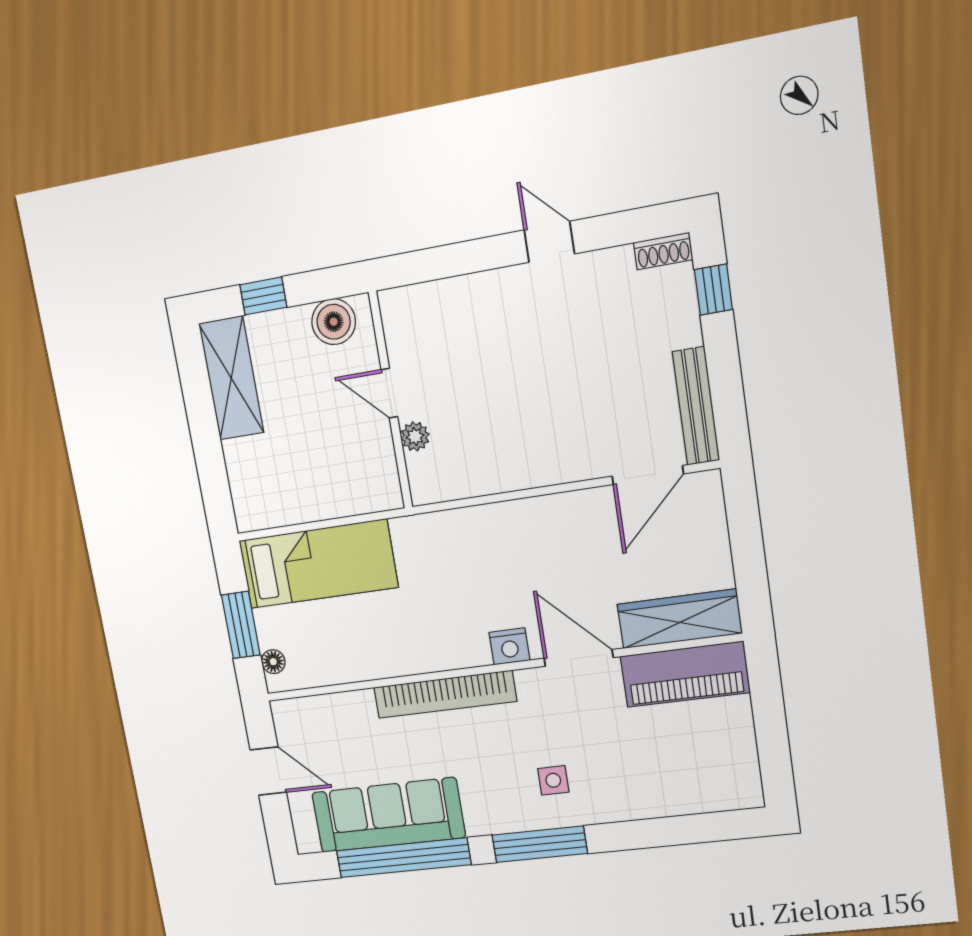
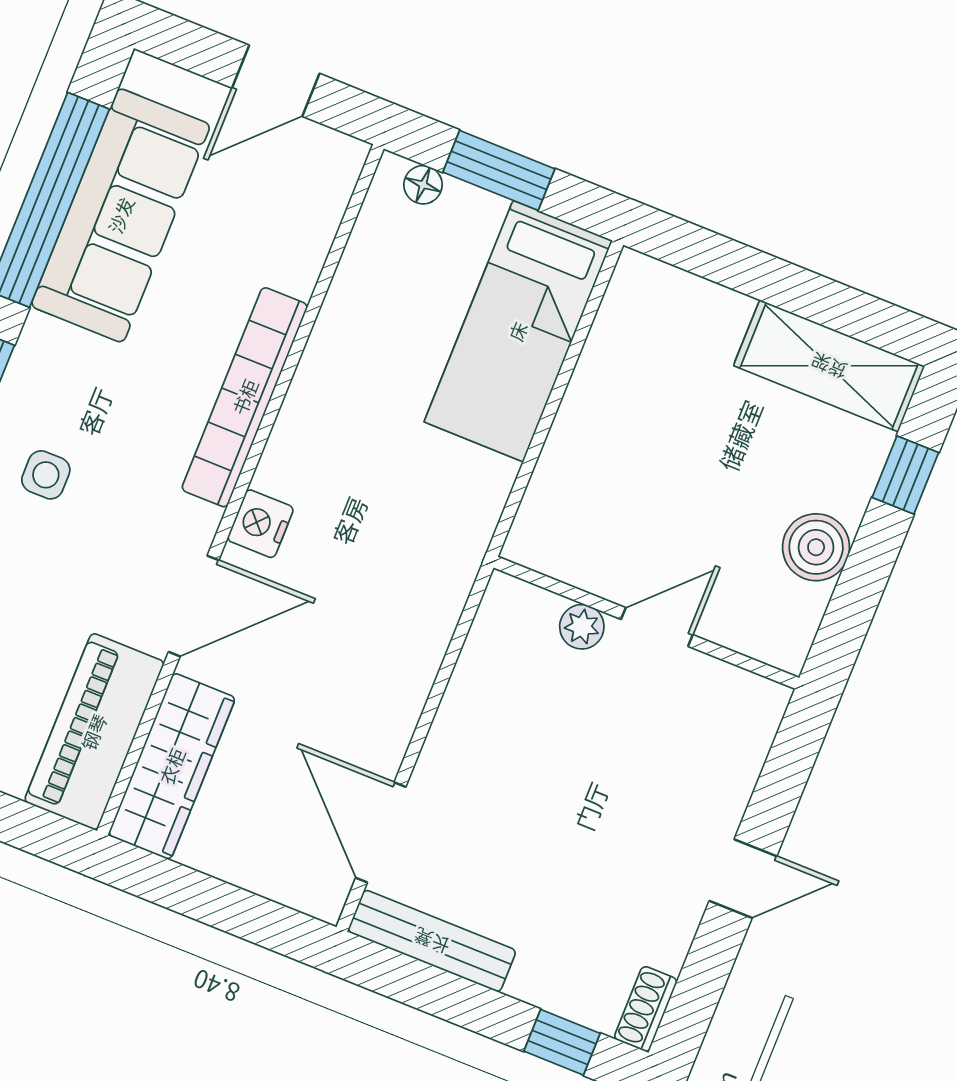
door: (389, 393) -> (657, 627), moved
wall: (391, 401) -> (646, 623), moved
plant: (415, 436) -> (582, 627), moved

